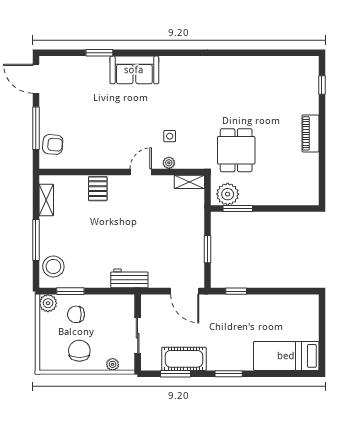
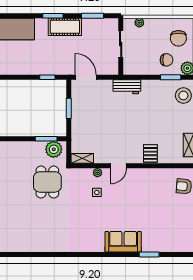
chair: (79, 351) -> (178, 38), moved
cot: (184, 359) -> (65, 27), moved

